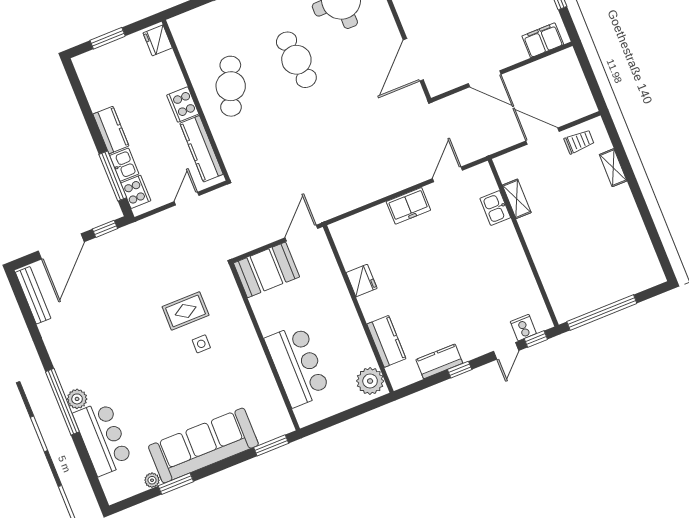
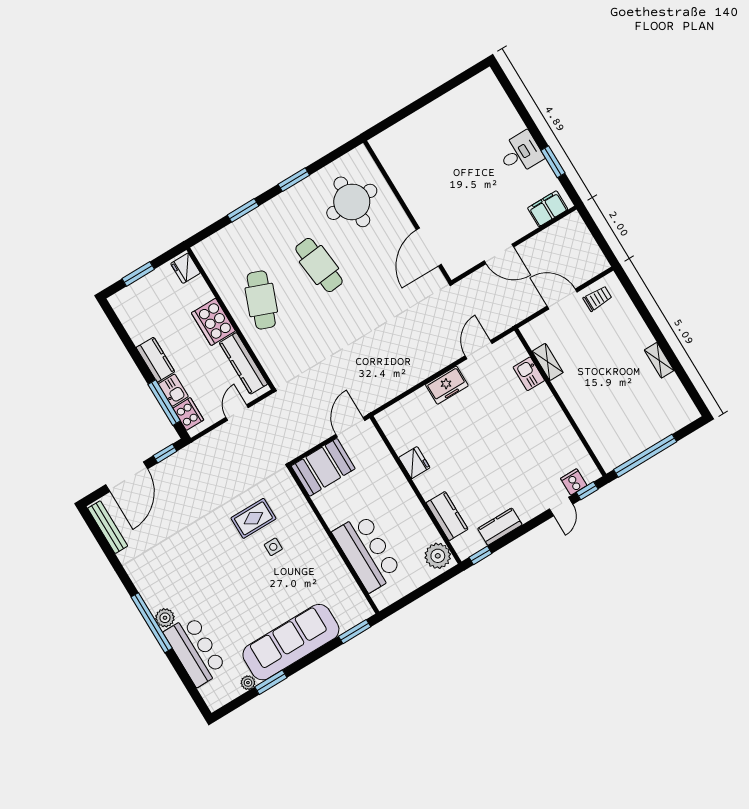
cooker: (183, 105) -> (213, 322), width x1.37, depth x1.31
shelving: (613, 168) -> (659, 360), moved
window: (460, 370) -> (480, 555), moved

